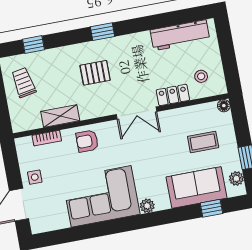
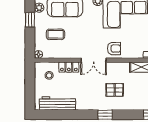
double door: (136, 113) -> (94, 60), swing flipped
armchair: (87, 141) -> (114, 49), moved

